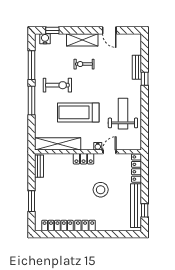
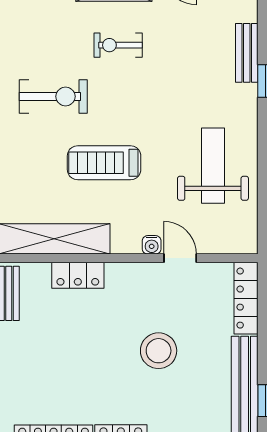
treadmill: (78, 112) -> (104, 163), width x0.73, depth x0.73
door: (109, 152) -> (180, 258), hinge flipped
locker: (84, 159) -> (78, 275), moved

